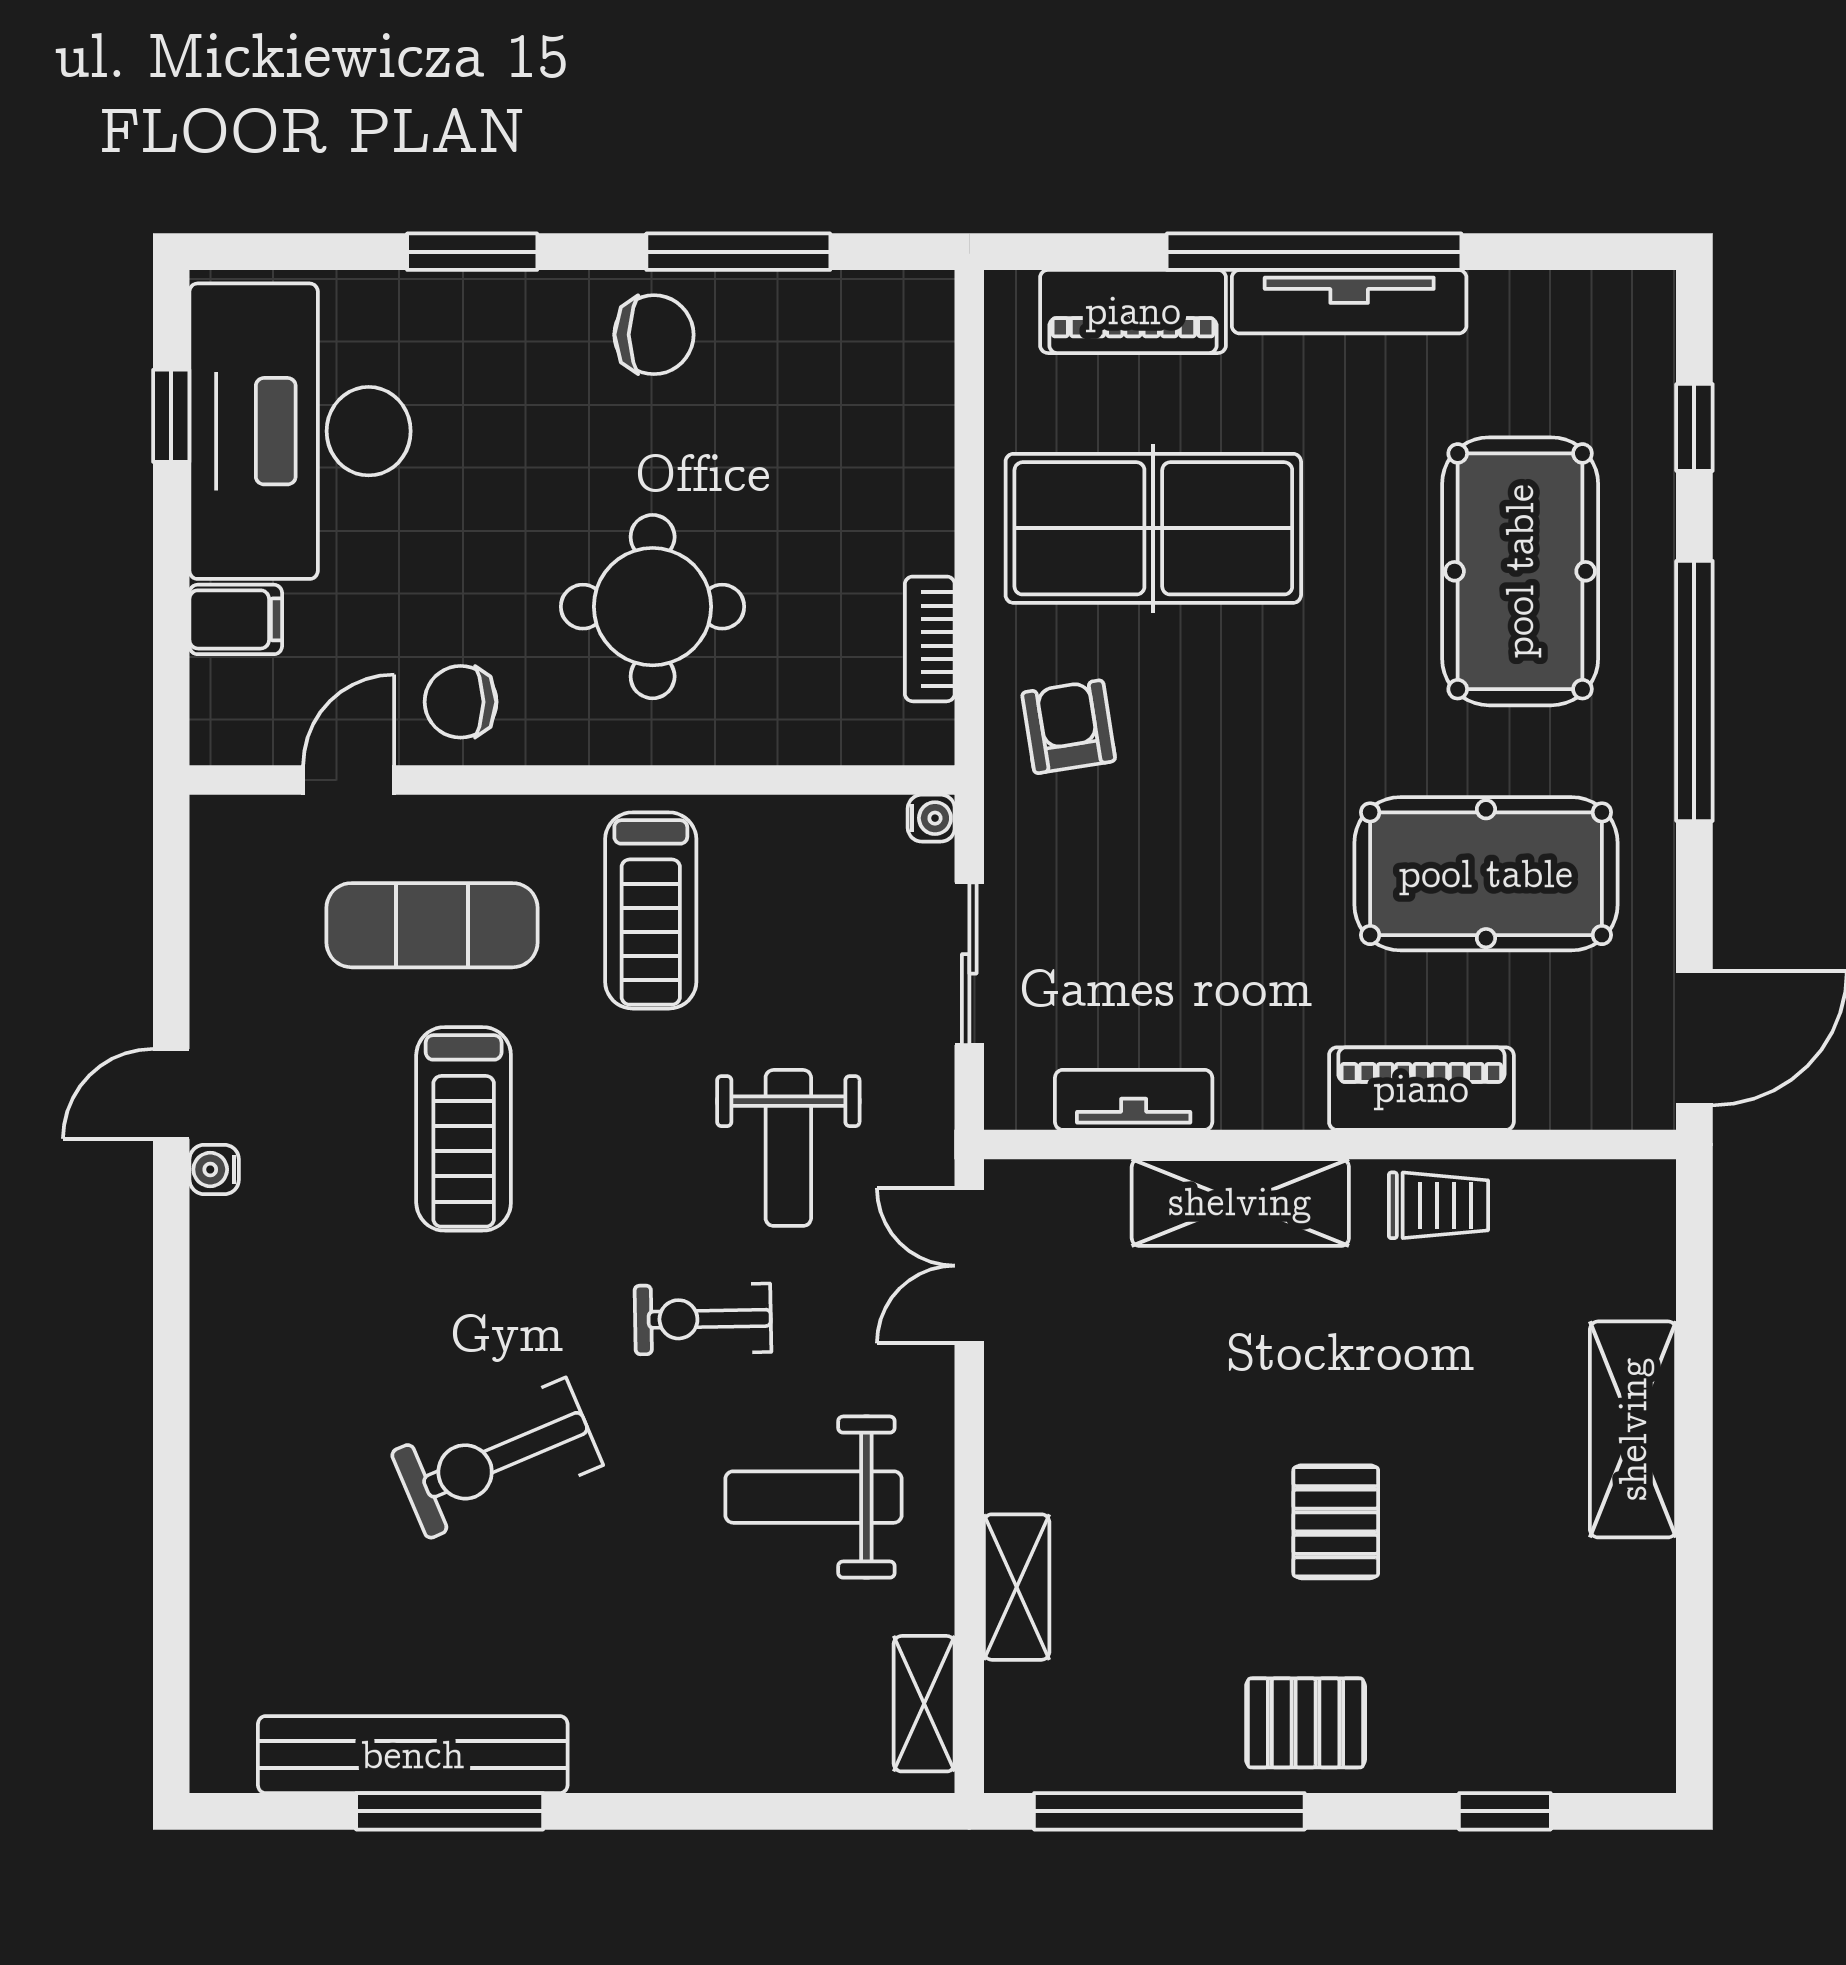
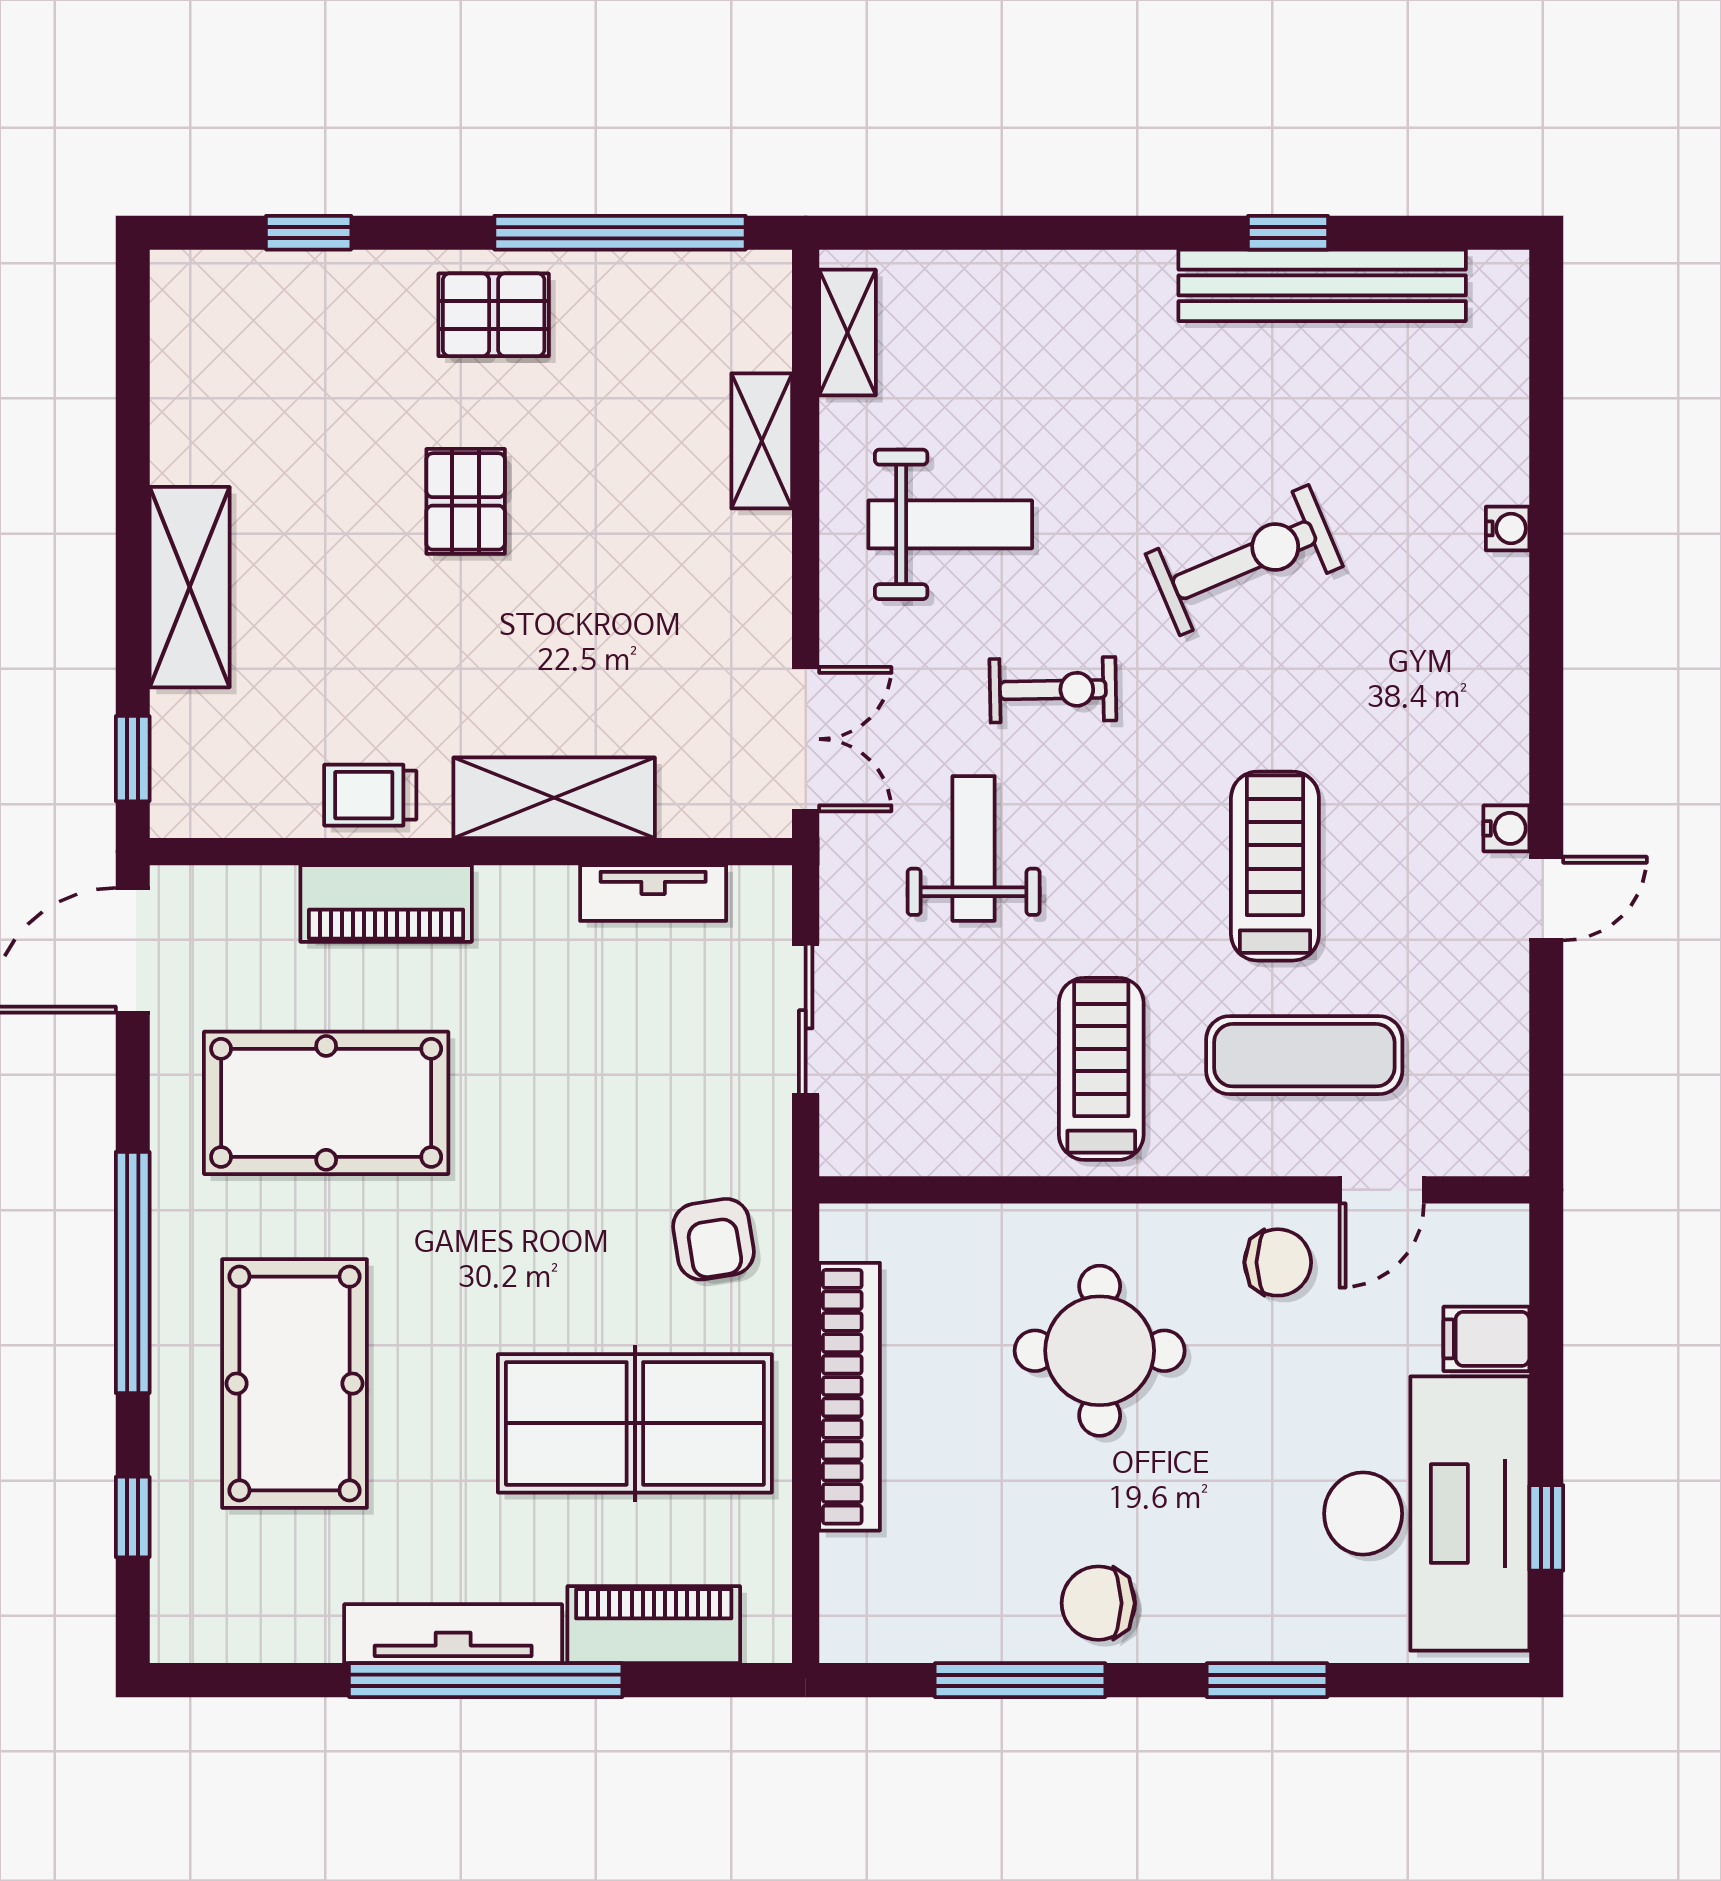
bookcase: (930, 639) -> (850, 1397), width x2.31, depth x1.31
water cooler: (931, 818) -> (1508, 528), moved, turned 180
window: (1694, 1245) -> (133, 759), added
window: (450, 1811) -> (1288, 233), width x0.46

